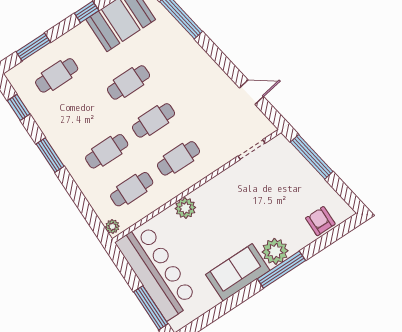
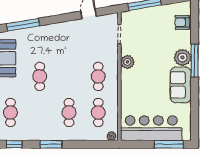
cafe table: (153, 120) -> (69, 76), removed
plant: (185, 208) -> (127, 62), moved

